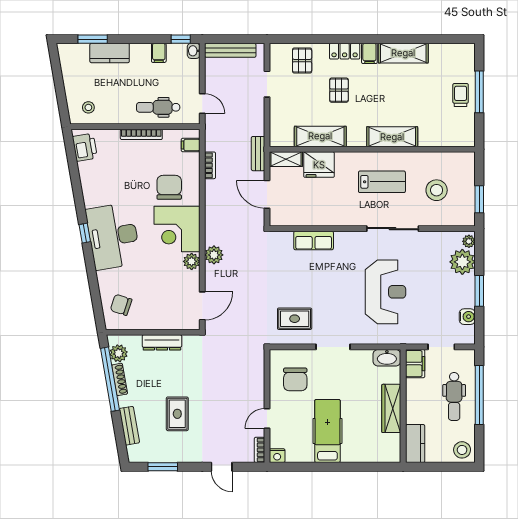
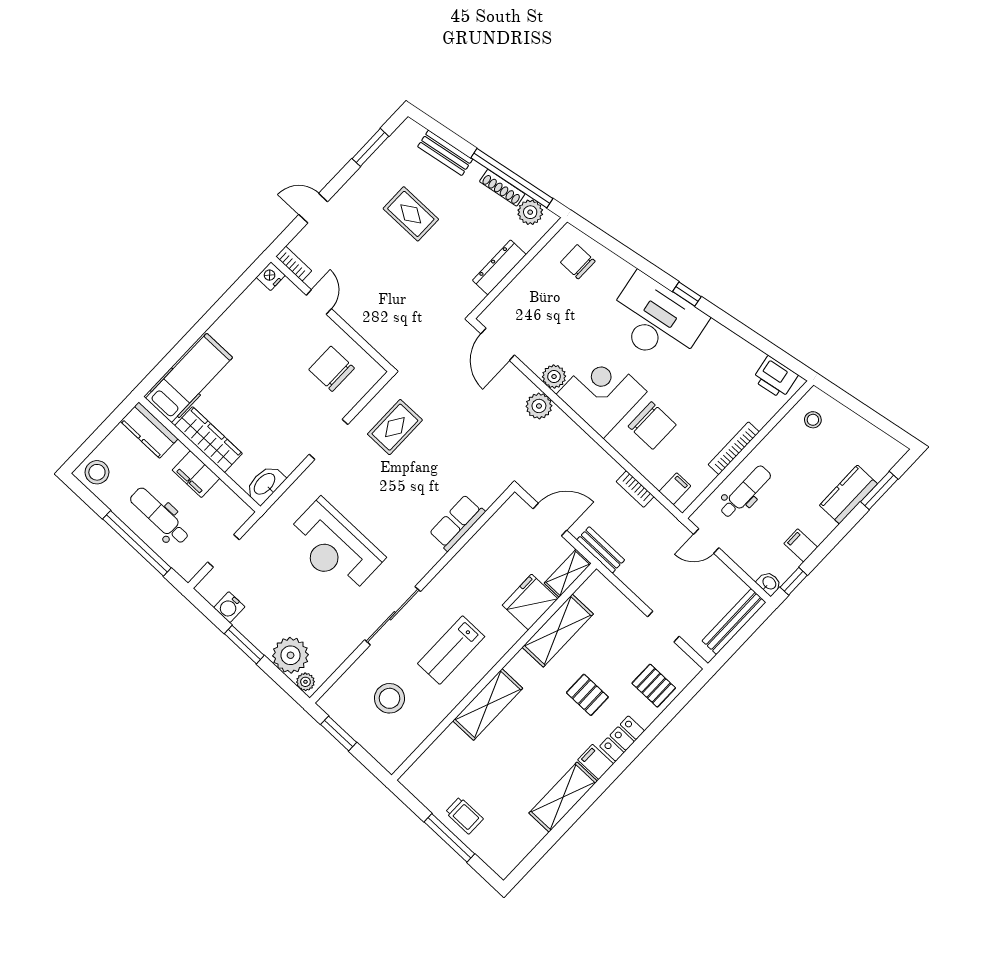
chair: (121, 305) -> (578, 262), turned -108
filing cabinet: (415, 364) -> (196, 474), moved
hospital bed: (327, 431) -> (189, 378), moved, turned -90

